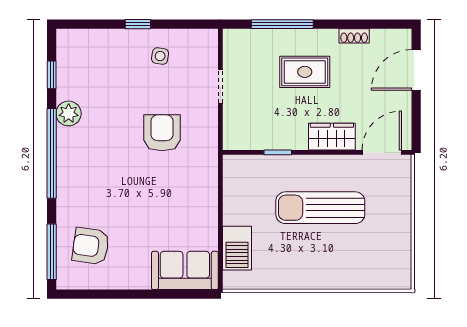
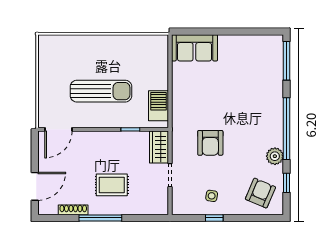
window: (138, 24) -> (214, 218), moved
window: (282, 24) -> (100, 218), moved
shoe rack: (354, 36) -> (73, 210), width x1.43
wardrobe: (332, 137) -> (159, 147), moved, turned 90
armchair: (91, 246) -> (260, 193), moved, turned -75
barbecue: (237, 248) -> (158, 106), moved

